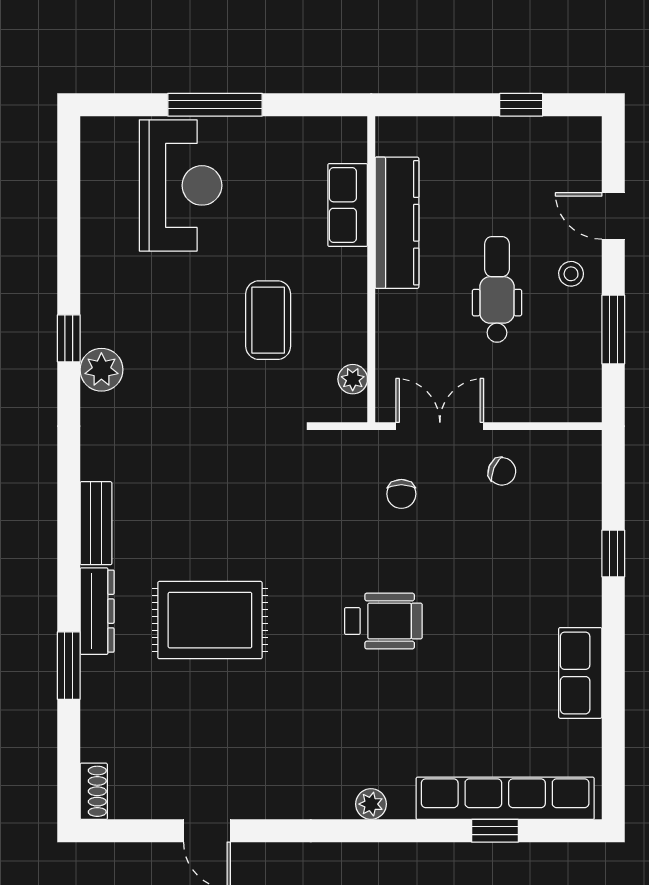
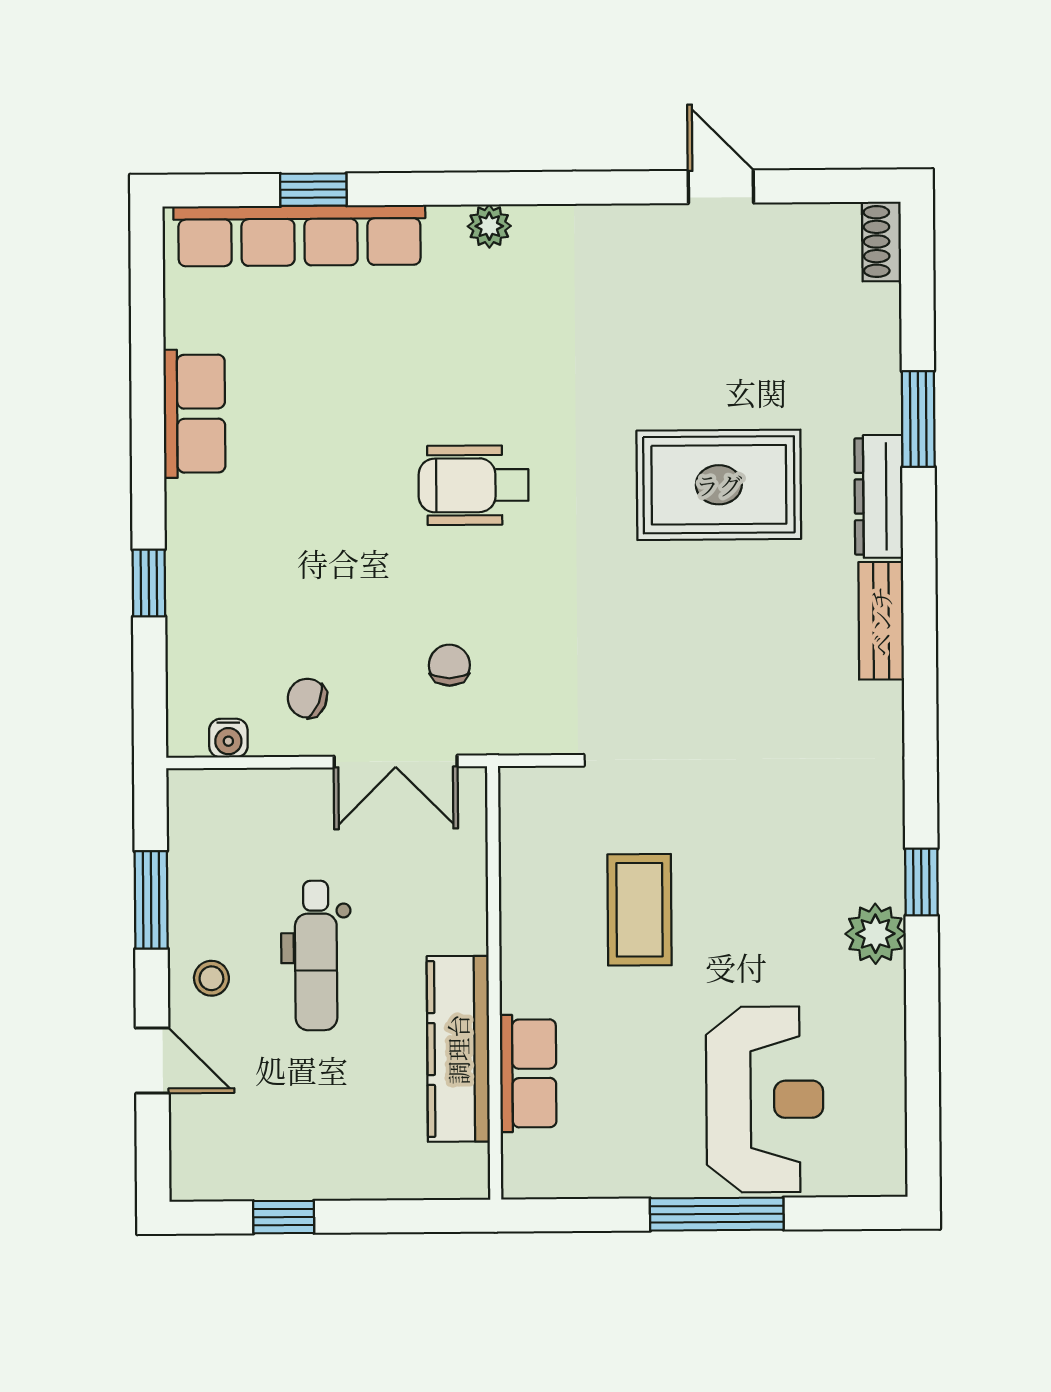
reception desk: (181, 185) -> (765, 1099), turned 180
plant: (101, 370) -> (875, 934), moved
plant: (353, 379) -> (519, 827), removed
water cooler: (558, 444) -> (228, 738), added

